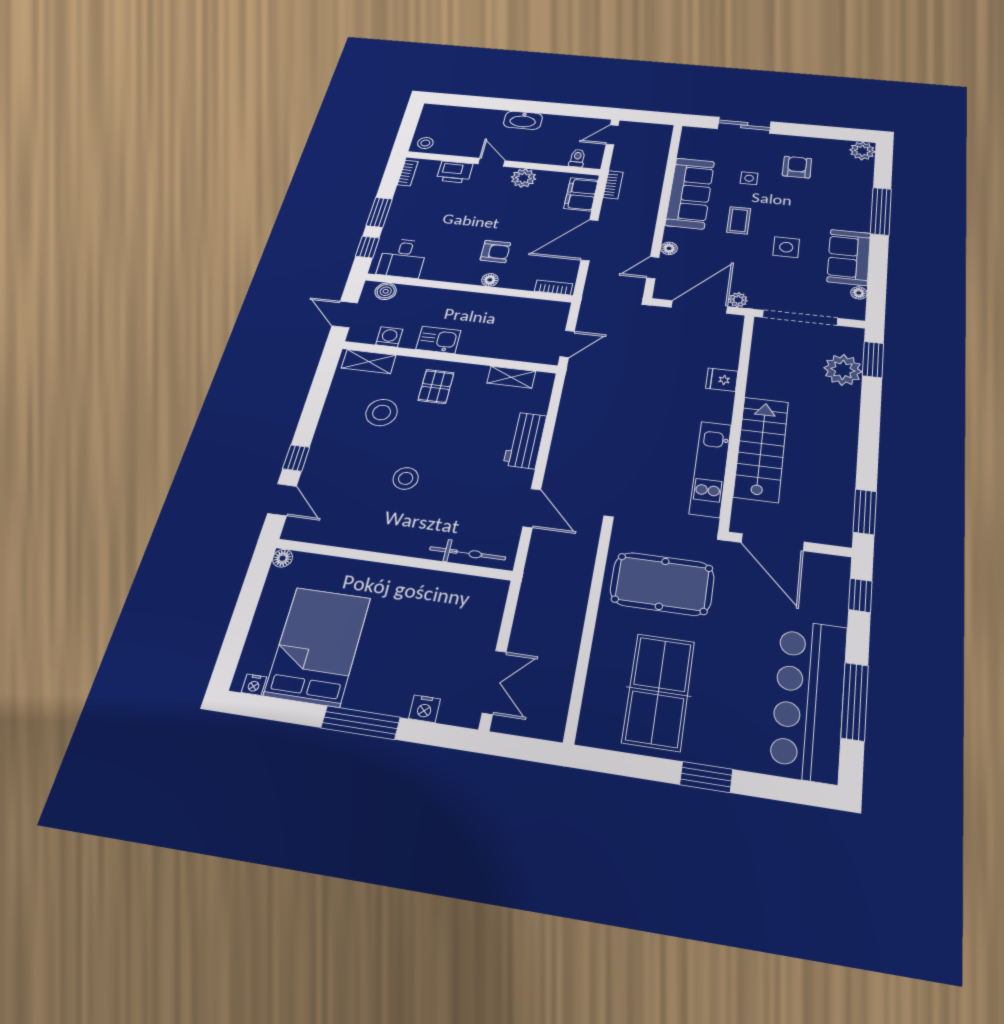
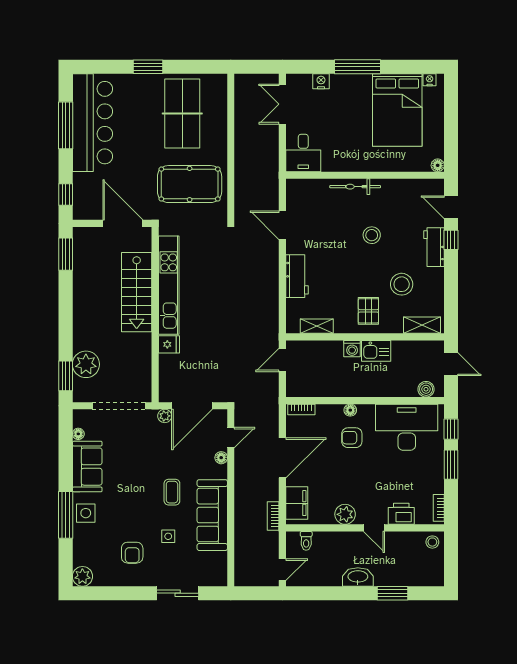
window: (486, 103) -> (392, 593), added
side table: (786, 247) -> (86, 513), moved
desk: (403, 258) -> (407, 427), width x1.87, depth x1.30
washing machine: (389, 337) -> (352, 349), moved
workbench: (323, 452) -> (434, 247), added
kitchen unit: (710, 469) -> (169, 285), width x1.36
bicycle: (468, 553) -> (355, 187), moved
desk: (478, 604) -> (303, 153), added

